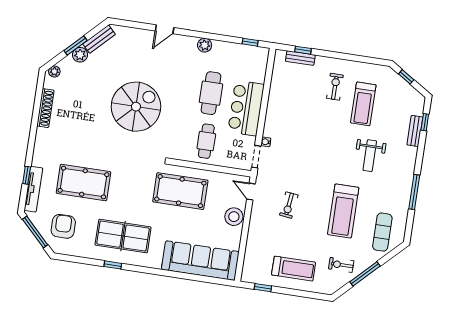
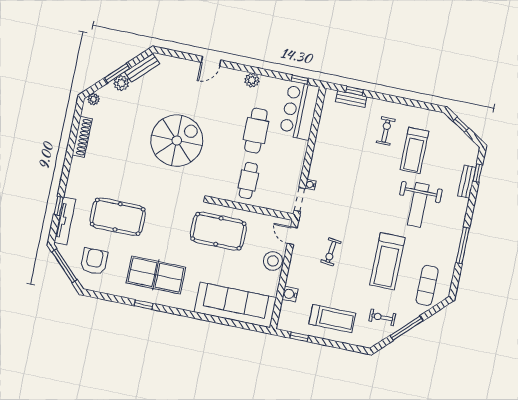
bar counter: (246, 108) -> (300, 111), moved
weight bench: (370, 156) -> (418, 205), width x1.36, depth x1.33
water cooler: (252, 247) -> (290, 294), added

